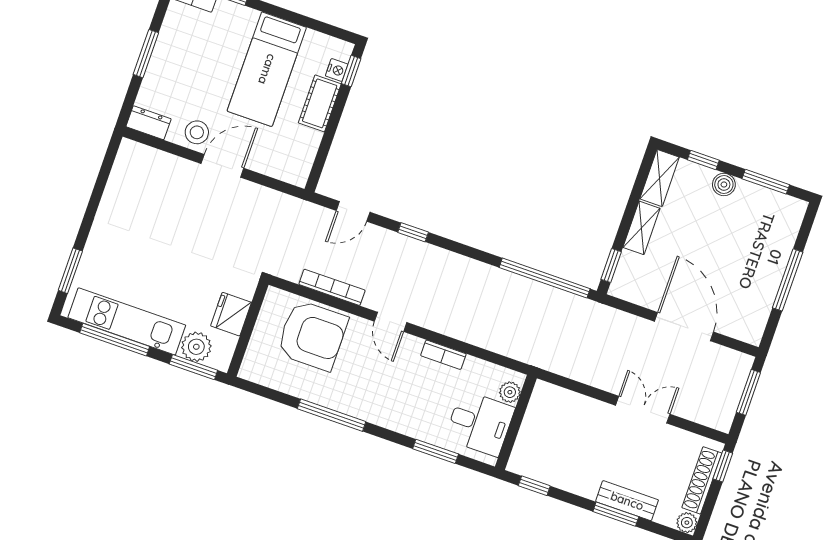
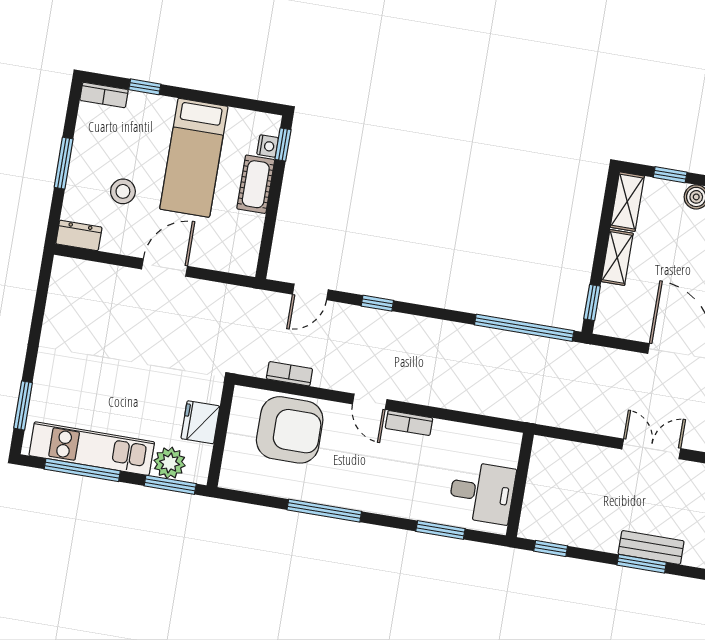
stool: (197, 132) -> (123, 191), moved
bookcase: (332, 287) -> (289, 374), width x0.64
bookcase: (443, 355) -> (409, 423), moved
plant: (510, 392) -> (508, 454), removed

